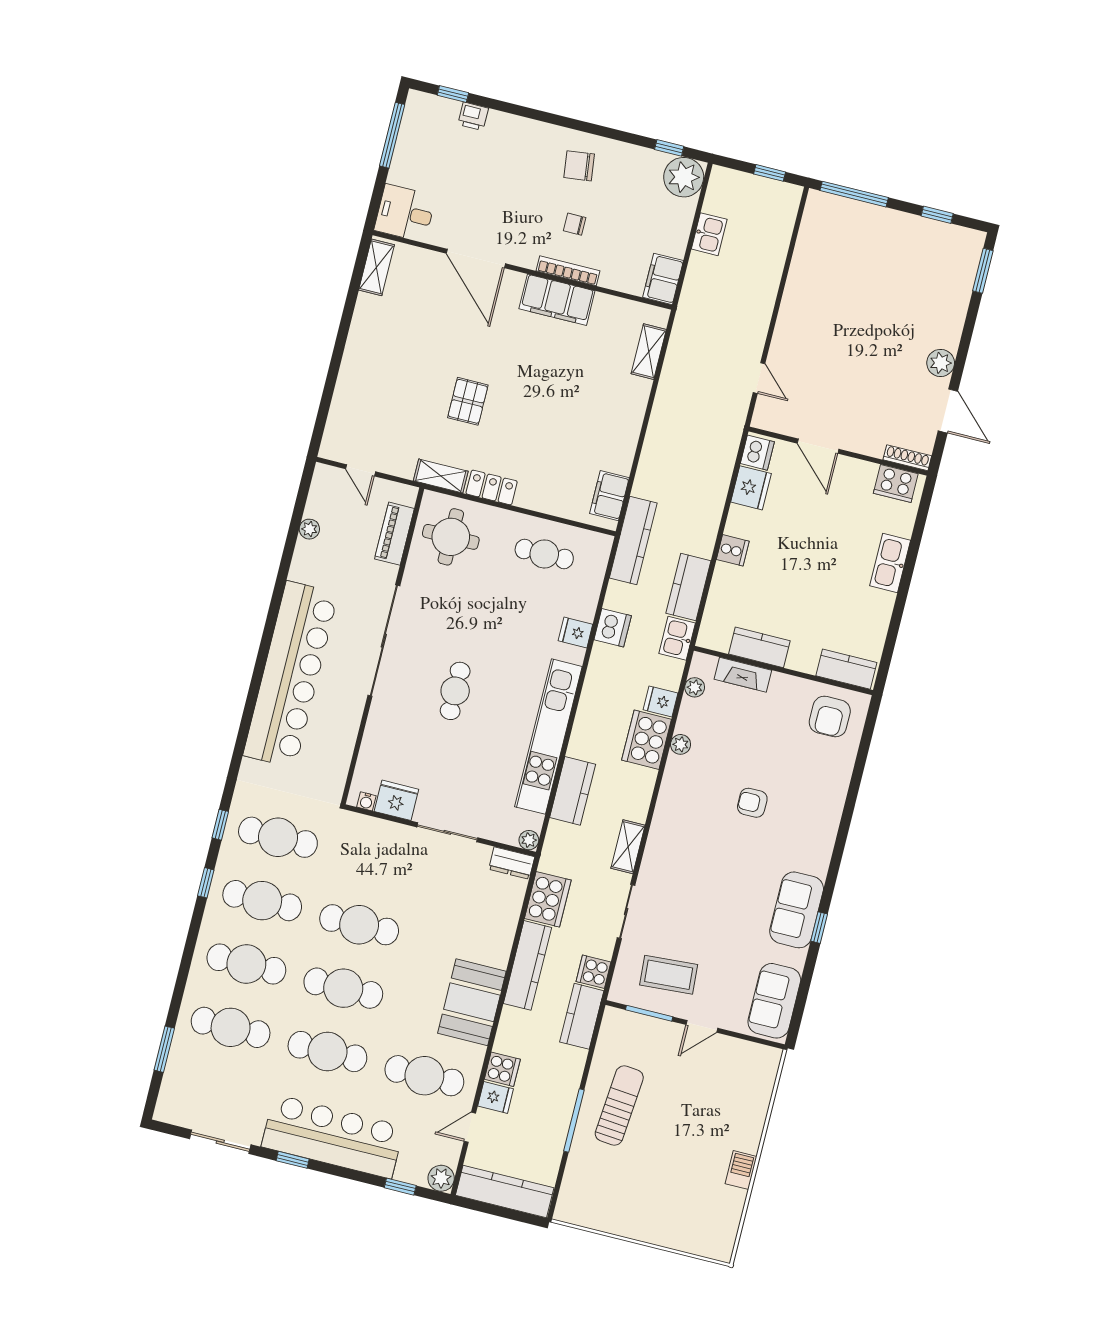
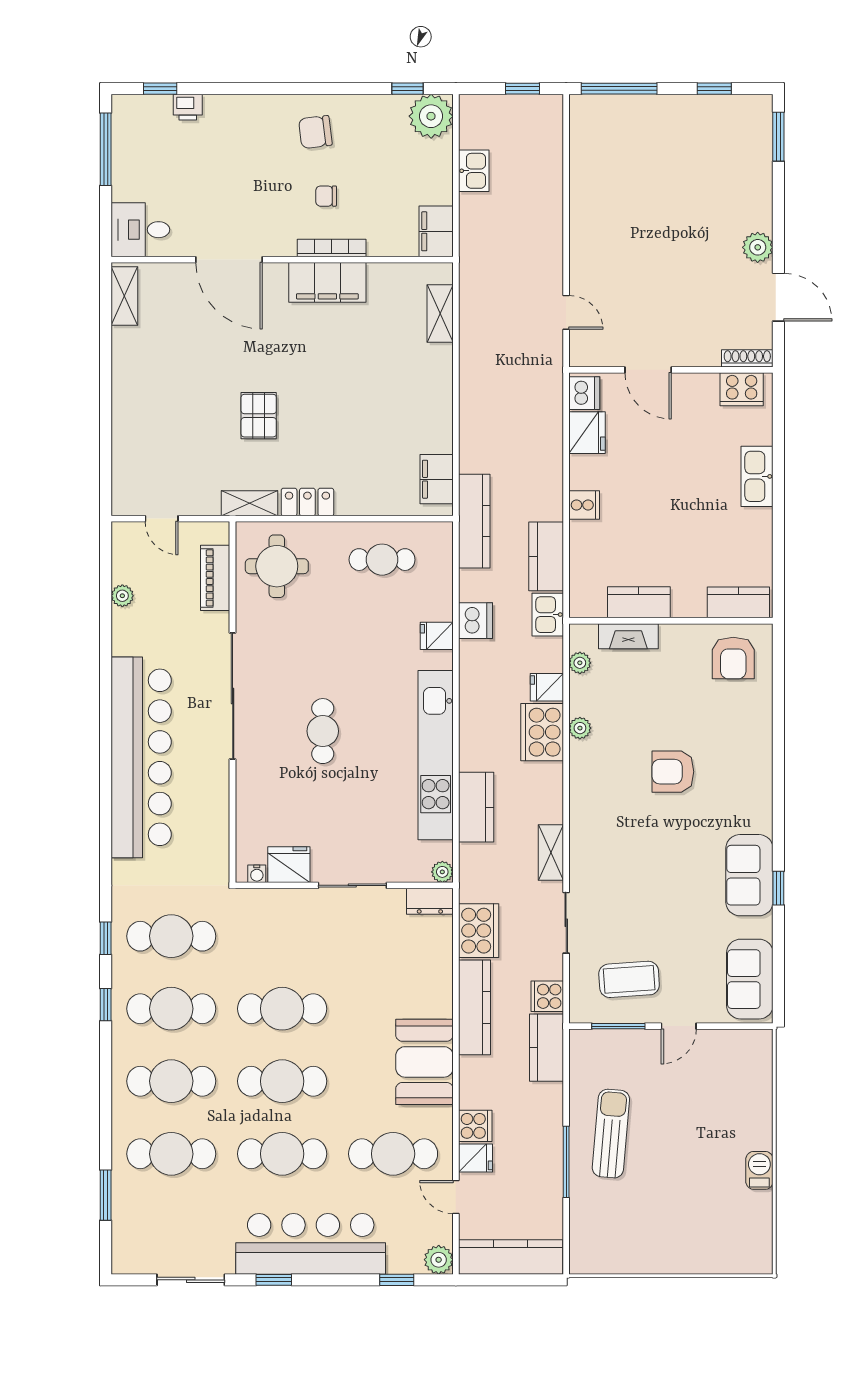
armchair: (752, 803) -> (673, 772), width x1.38, depth x1.38
door: (470, 1127) -> (456, 1197), hinge flipped

